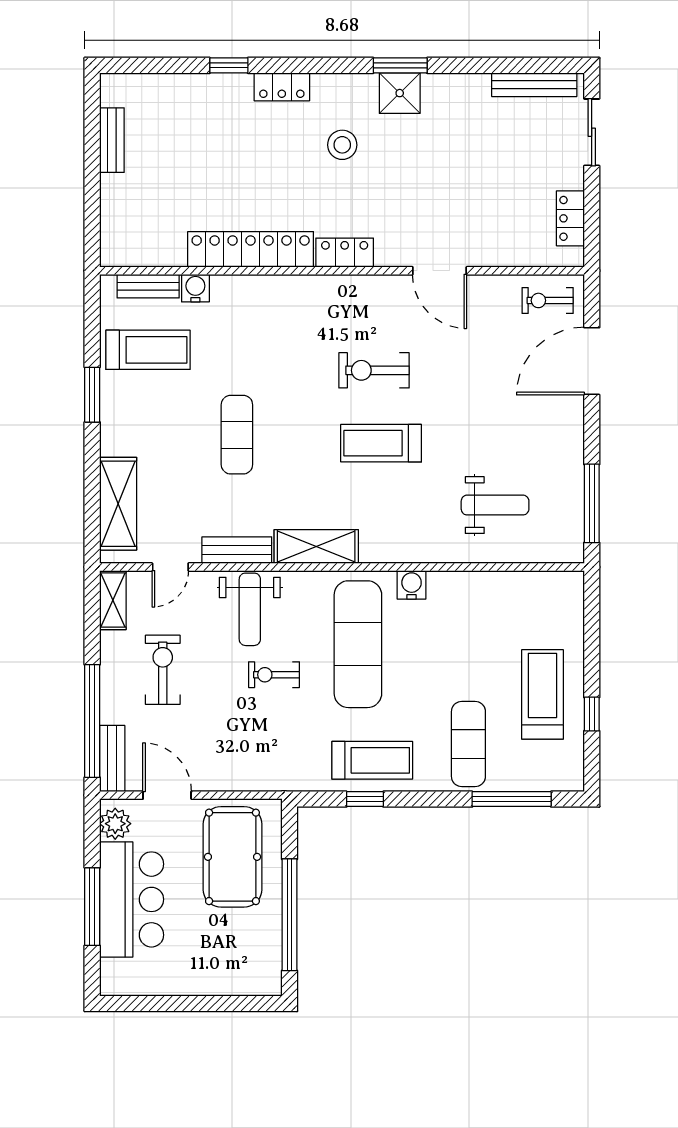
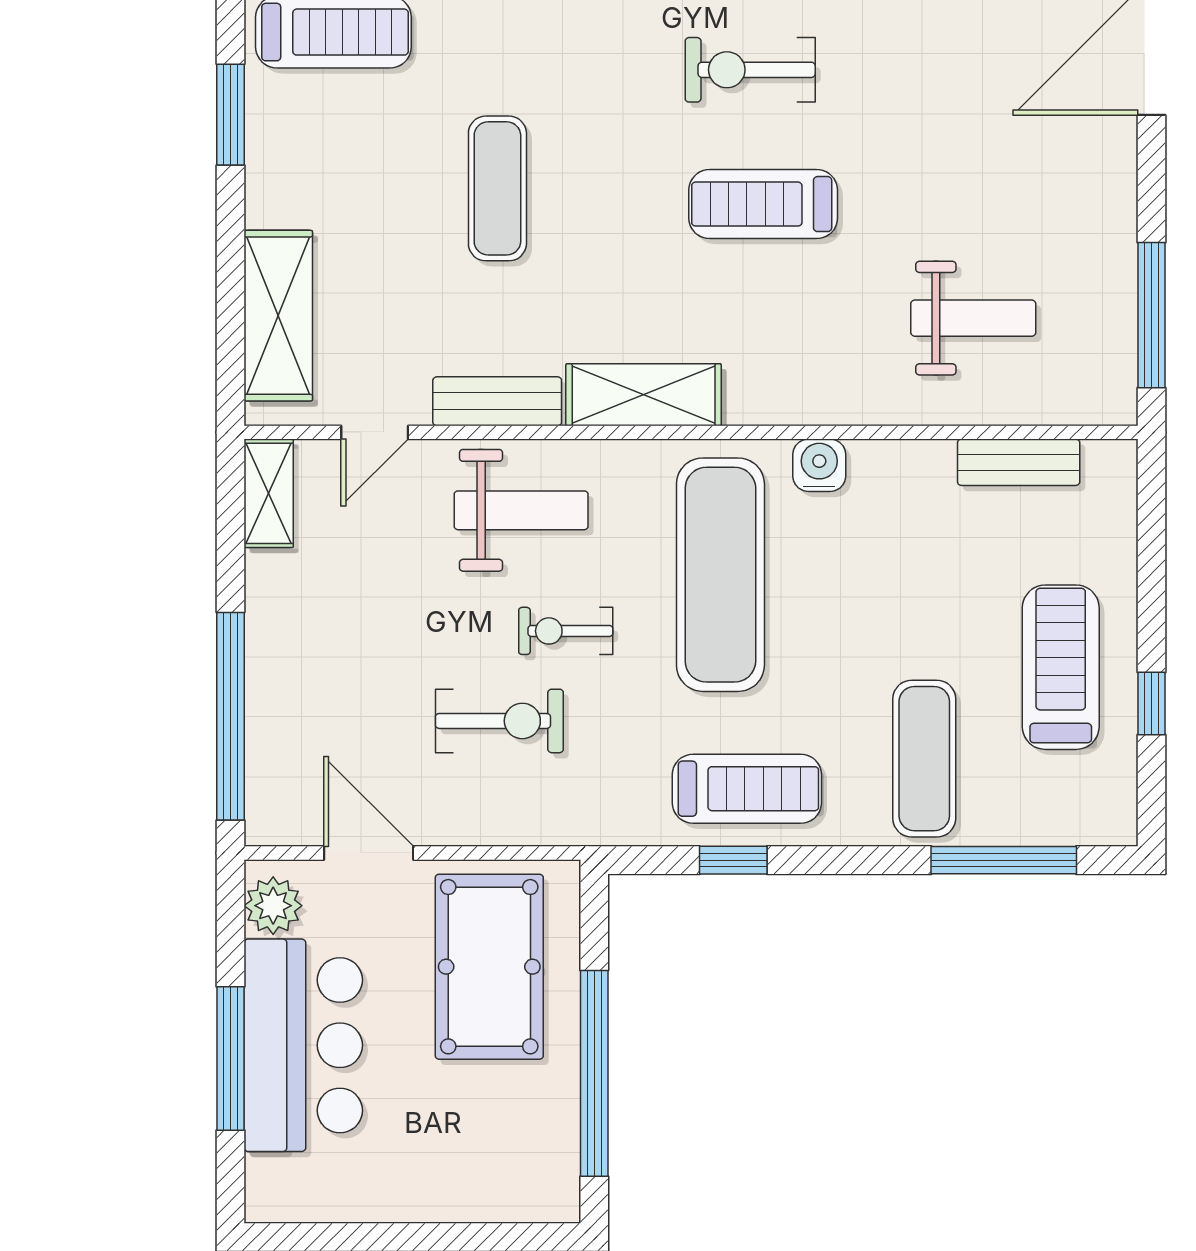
weight bench: (250, 609) -> (521, 510), turned -90
exercise bike: (163, 670) -> (499, 721), moved, turned 90
bench: (112, 759) -> (1019, 462), moved, turned 90

